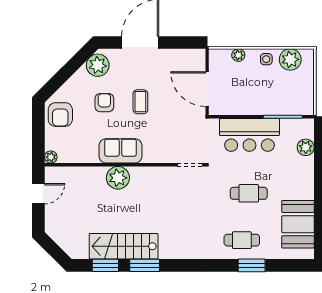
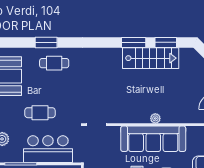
sofa: (120, 151) -> (153, 139), width x1.85, depth x1.27
plant: (118, 178) -> (155, 118), width x0.53, depth x0.53
cafe table: (249, 193) -> (40, 113), moved

